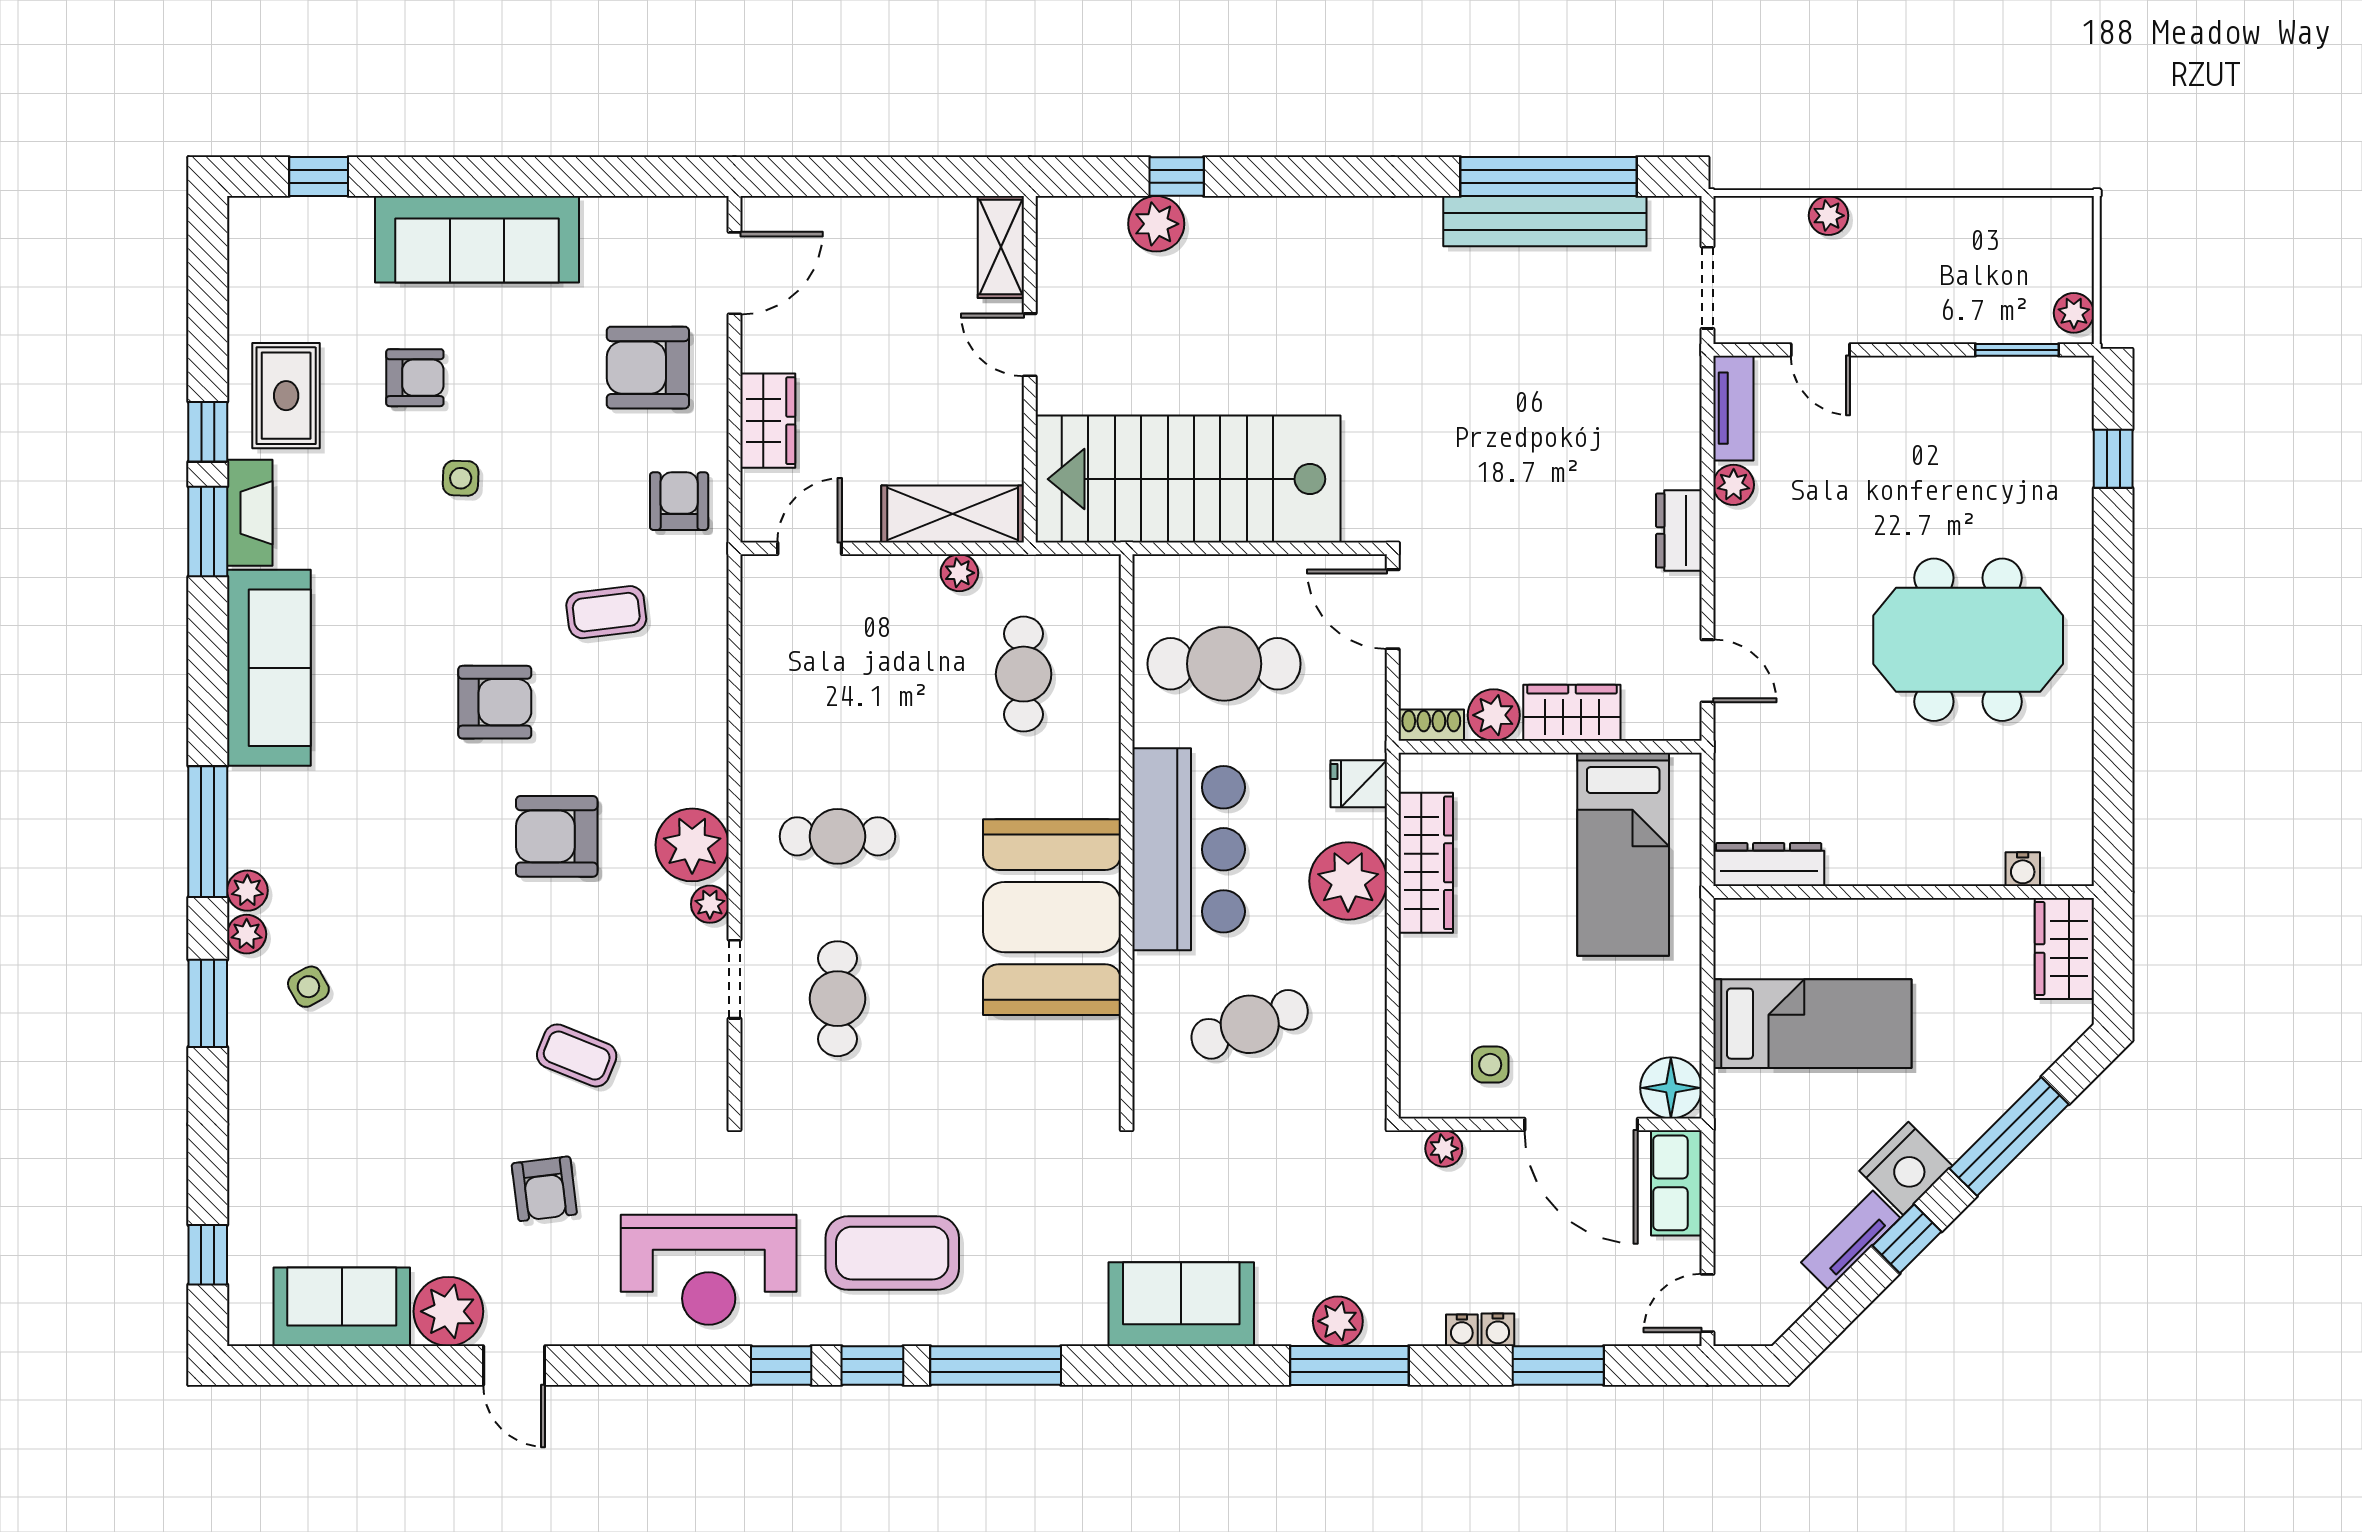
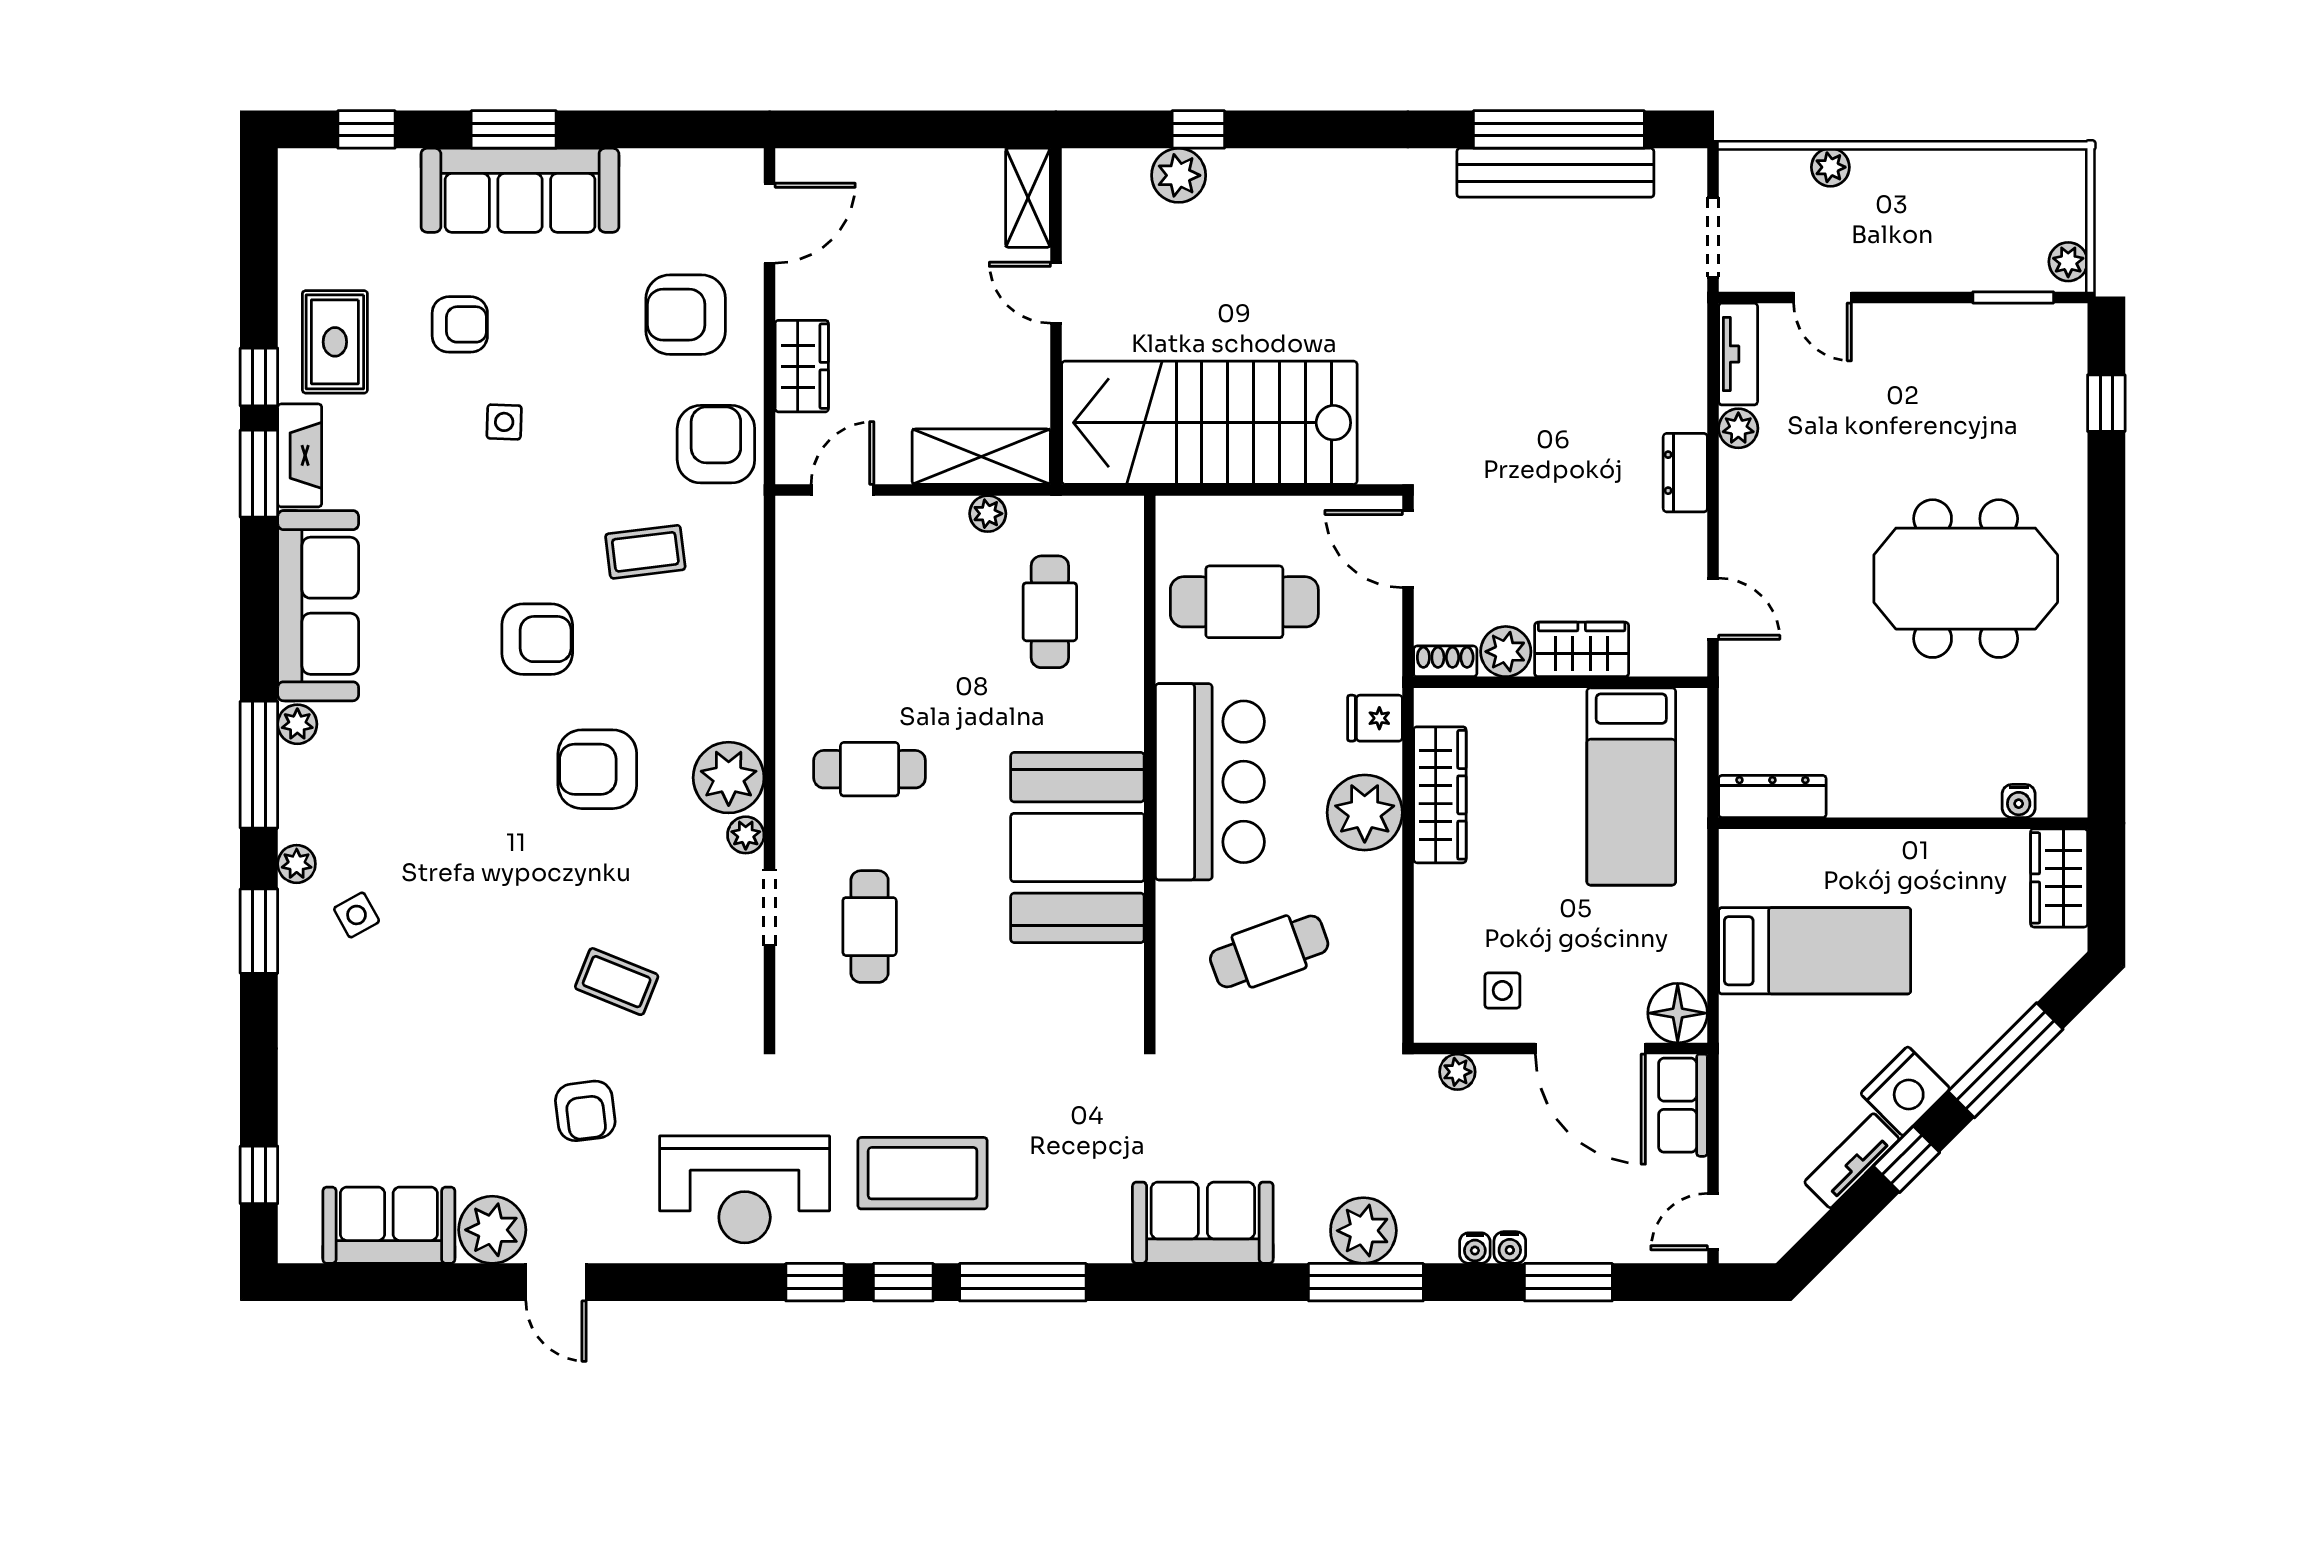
window: (470, 177) -> (514, 129), added
armchair: (679, 501) -> (716, 444), width x1.38, depth x1.38
plant: (247, 891) -> (297, 724), moved
plant: (1338, 1321) -> (1363, 1231), width x1.36, depth x1.36

